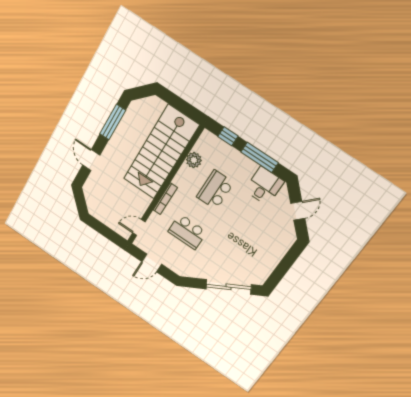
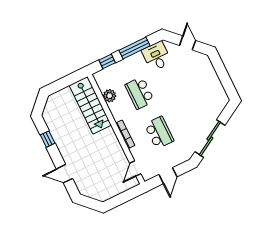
window: (113, 122) -> (48, 139), width x0.46
stairs: (161, 152) -> (90, 105), width x0.73, depth x0.66
school desk: (187, 232) -> (159, 133), turned -90
sliding door: (229, 287) -> (210, 139), moved

